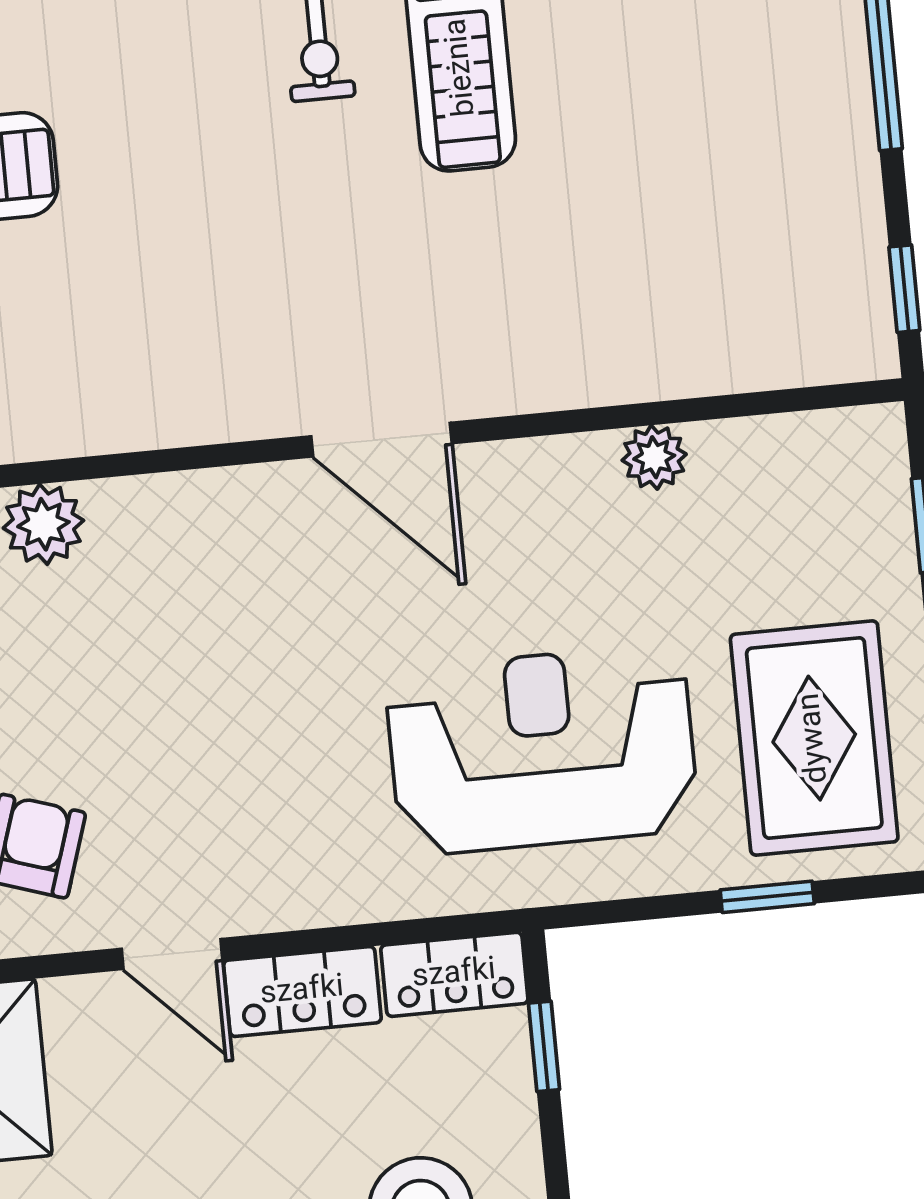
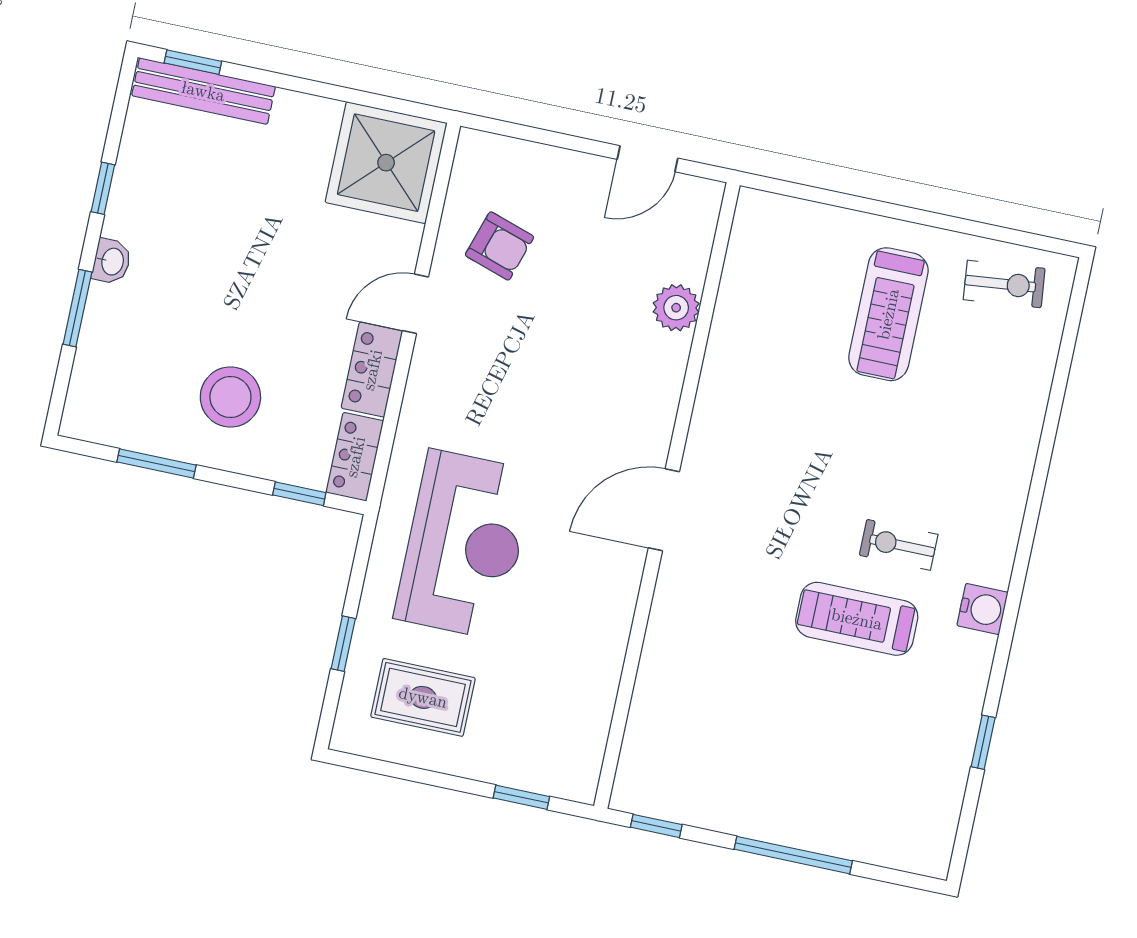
plant: (654, 457) -> (607, 658), removed
rug: (814, 738) -> (423, 697), width x0.73, depth x0.70

